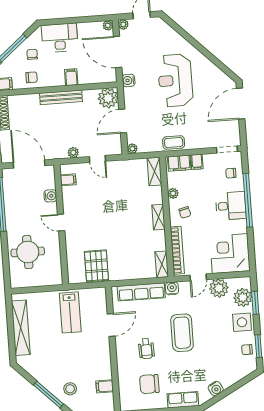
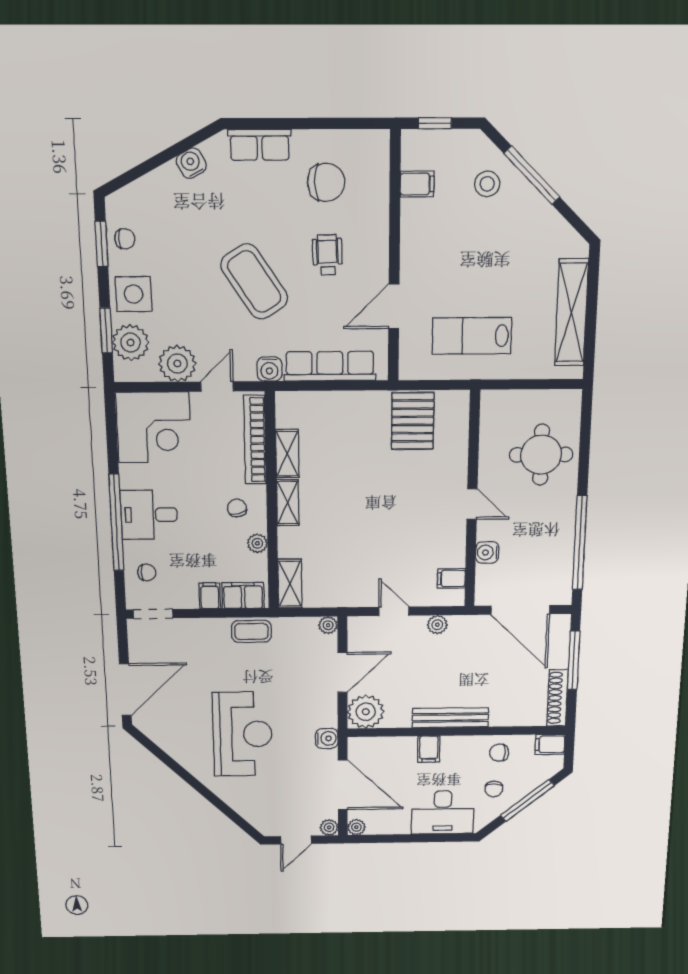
shelving: (162, 264) -> (287, 454), moved
lab bench: (70, 312) -> (472, 336), turned -90
coffee table: (182, 333) -> (254, 282), turned -33

